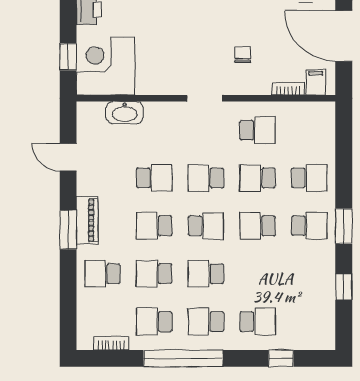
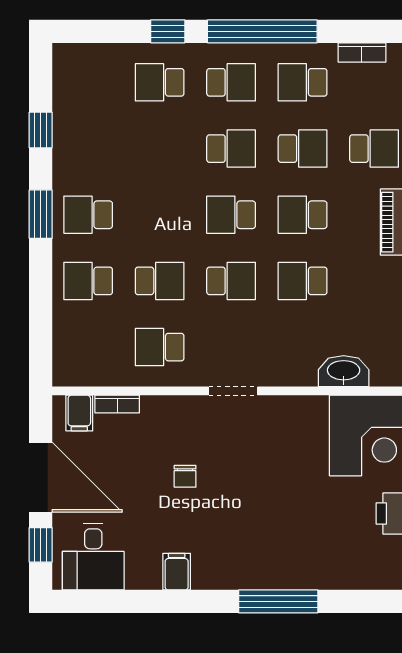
chair: (243, 55) -> (185, 476), moved
school desk: (154, 226) -> (303, 215), turned 180
school desk: (258, 226) -> (160, 215), removed
school desk: (154, 322) -> (303, 82), turned 180
window: (281, 358) -> (168, 31), moved

